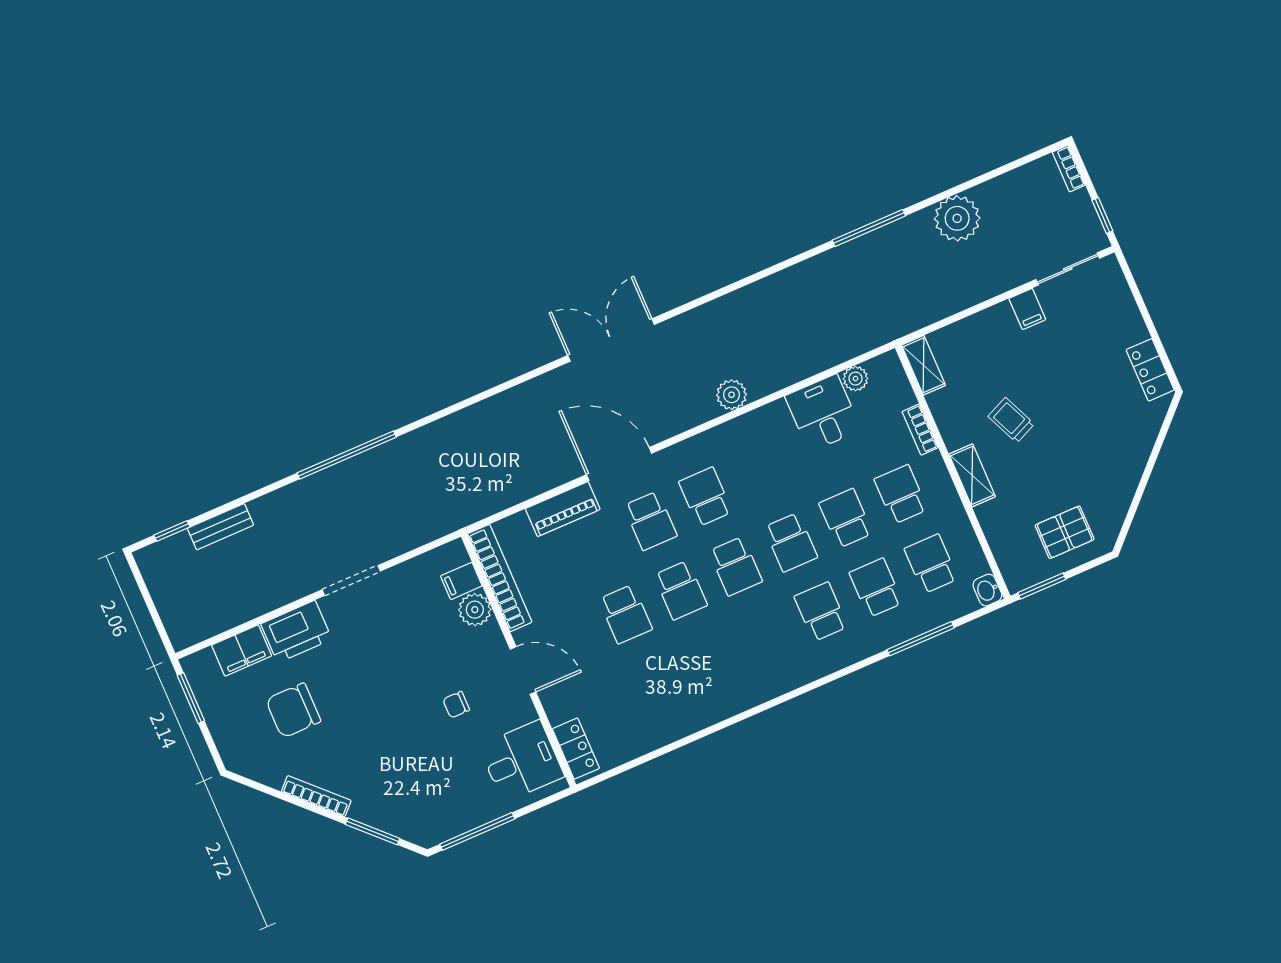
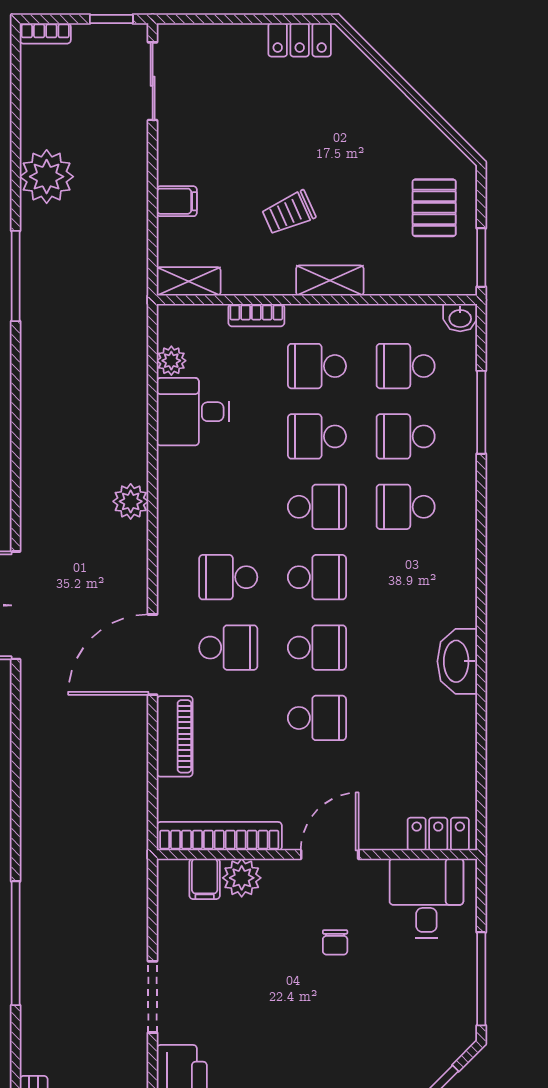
filing cabinet: (1027, 309) -> (177, 201), moved
washbasin: (718, 705) -> (457, 661), added

